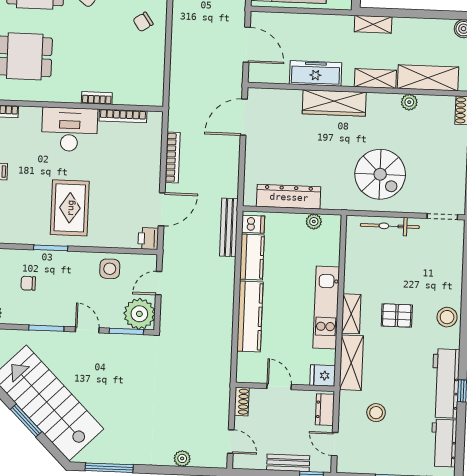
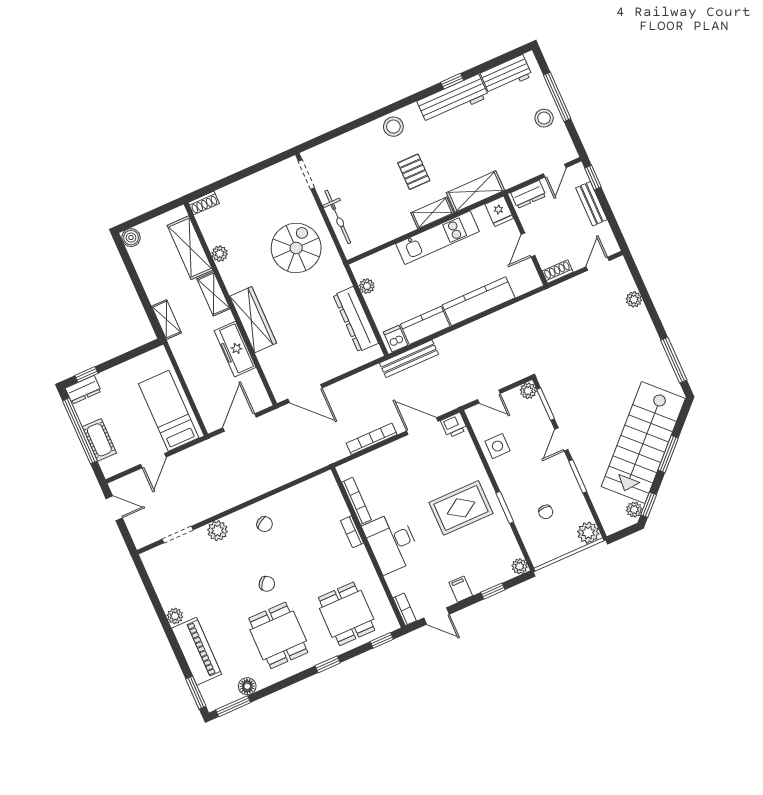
plant: (139, 314) -> (528, 391), width x0.53, depth x0.53
stool: (376, 413) -> (544, 118), moved

